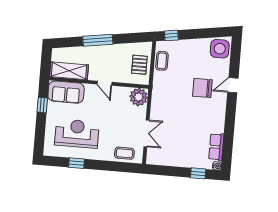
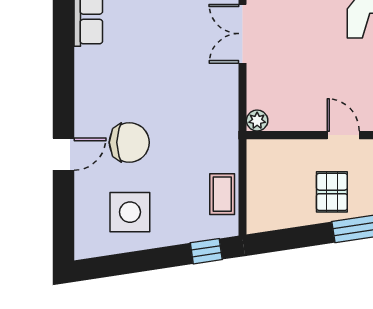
side table: (220, 49) -> (130, 212), moved
pallet: (139, 65) -> (332, 192), moved
plant: (139, 97) -> (257, 121), width x0.53, depth x0.53

